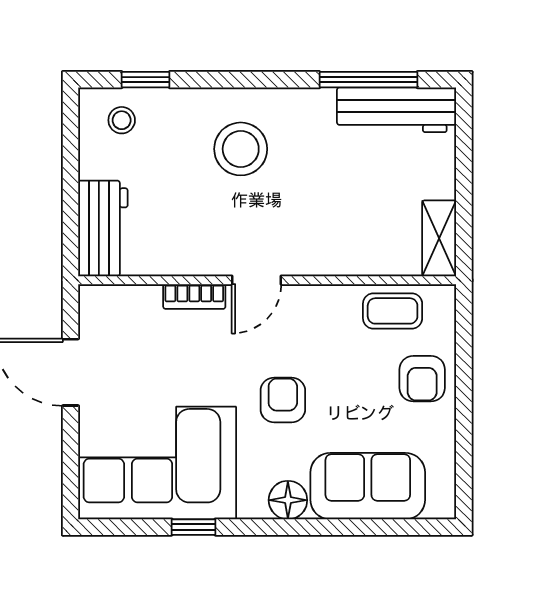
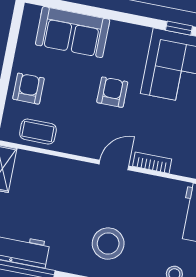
armchair: (283, 400) -> (112, 92), turned 180
floor lamp: (288, 500) -> (121, 33), removed

